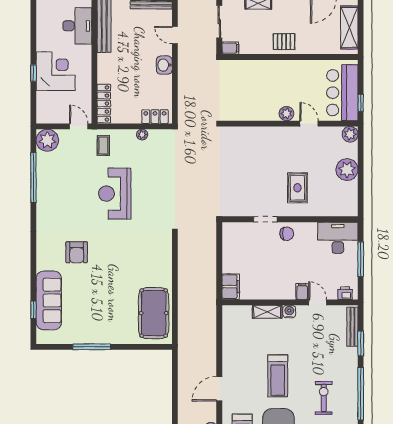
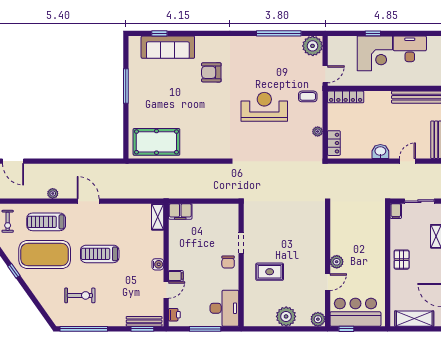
desk: (77, 26) -> (410, 49), moved, turned 180
shelving: (267, 312) -> (158, 217), moved
window: (361, 343) -> (142, 329), moved

